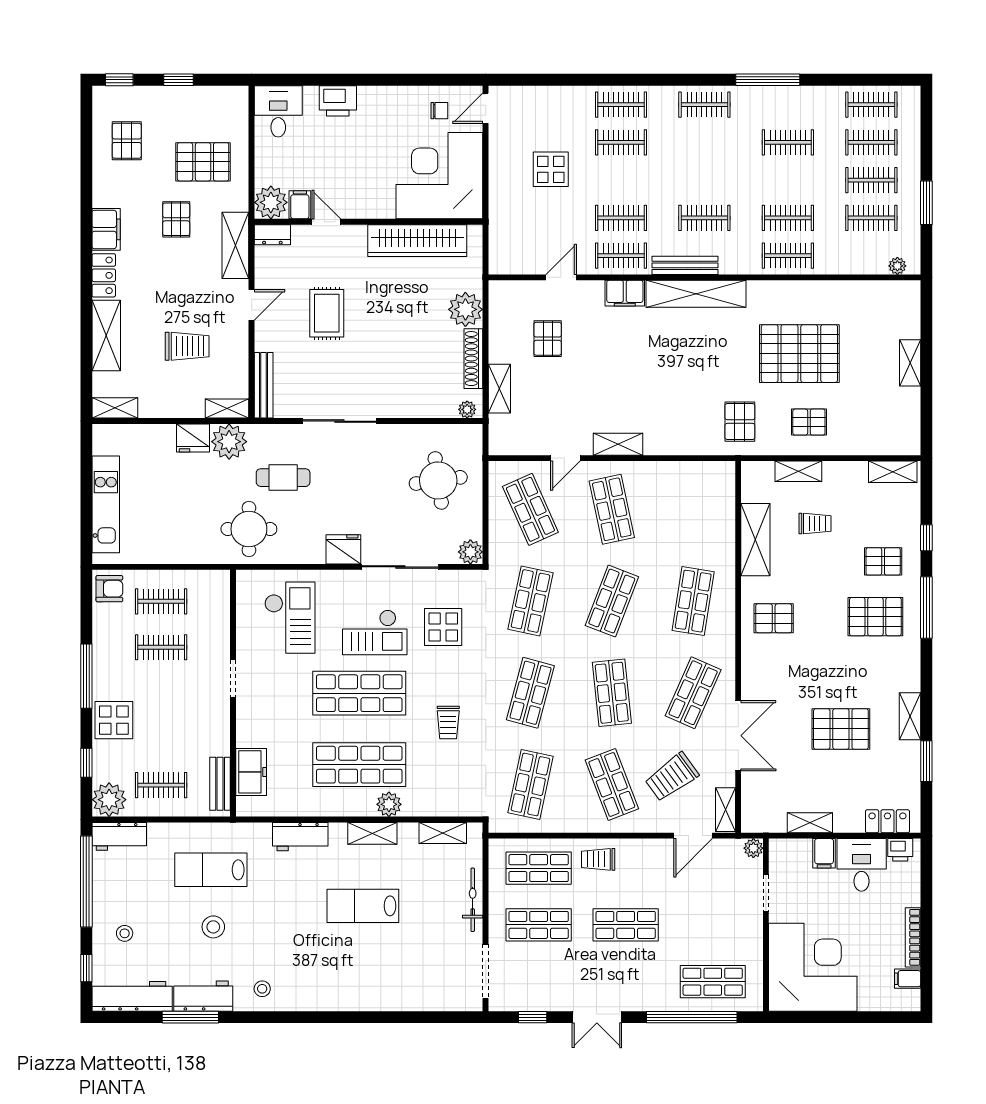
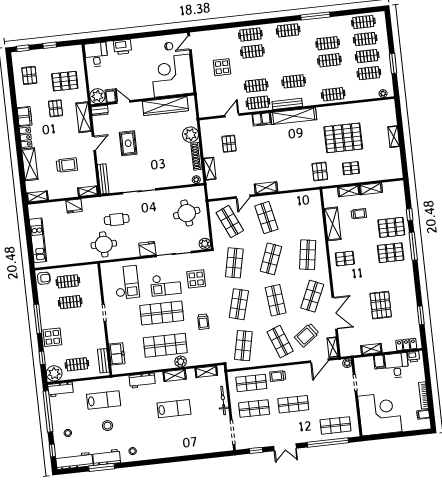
clothes rail: (788, 218) -> (329, 60), moved
plant: (229, 442) -> (90, 206), removed
shelving: (893, 472) -> (371, 189), moved
pallet: (883, 561) -> (391, 227), width x1.50, depth x1.42
shelving: (910, 716) -> (411, 296), removed
pallet: (841, 729) -> (381, 305), turned 90
lab bench: (211, 870) -> (104, 400), turned 180
lab bench: (363, 906) -> (174, 409), turned 180

